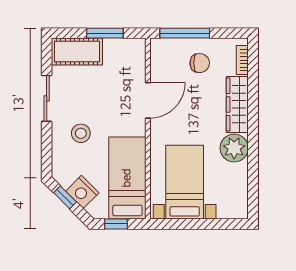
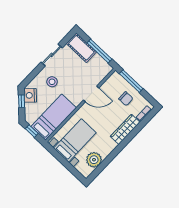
window: (105, 33) -> (99, 51), width x1.44
plant: (234, 148) -> (94, 160), moved
nightstand: (82, 192) -> (30, 95), moved

